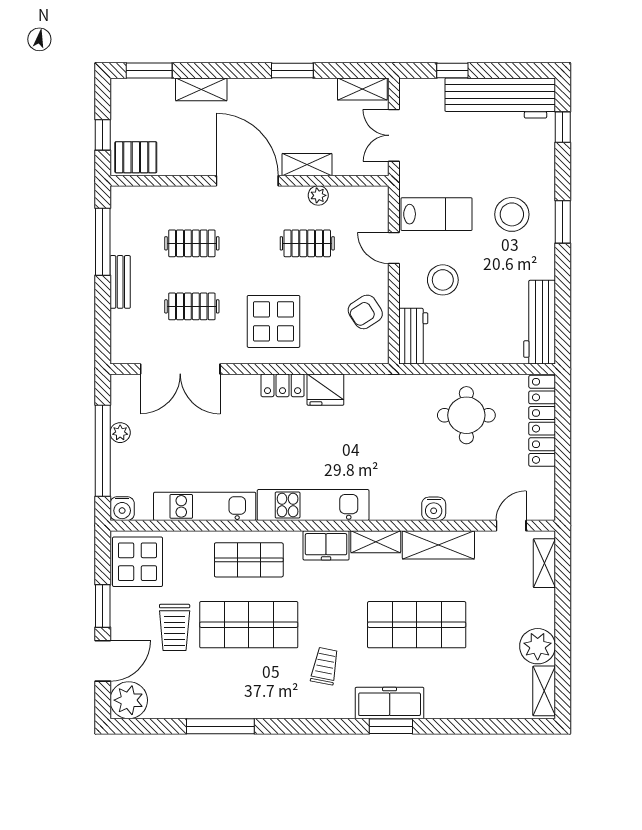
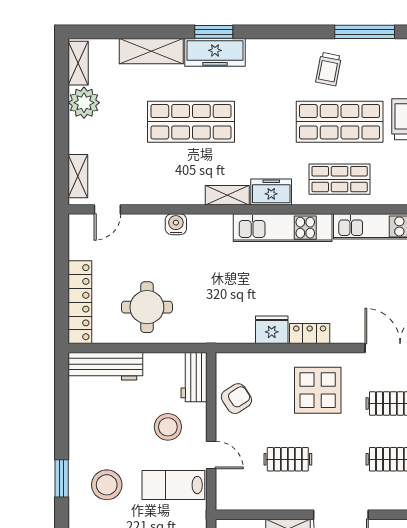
plant: (318, 195) -> (278, 502), removed
workbench: (540, 322) -> (105, 366), moved, turned 90
shelving: (438, 545) -> (151, 51), moved
trolley: (325, 666) -> (328, 69), moved

